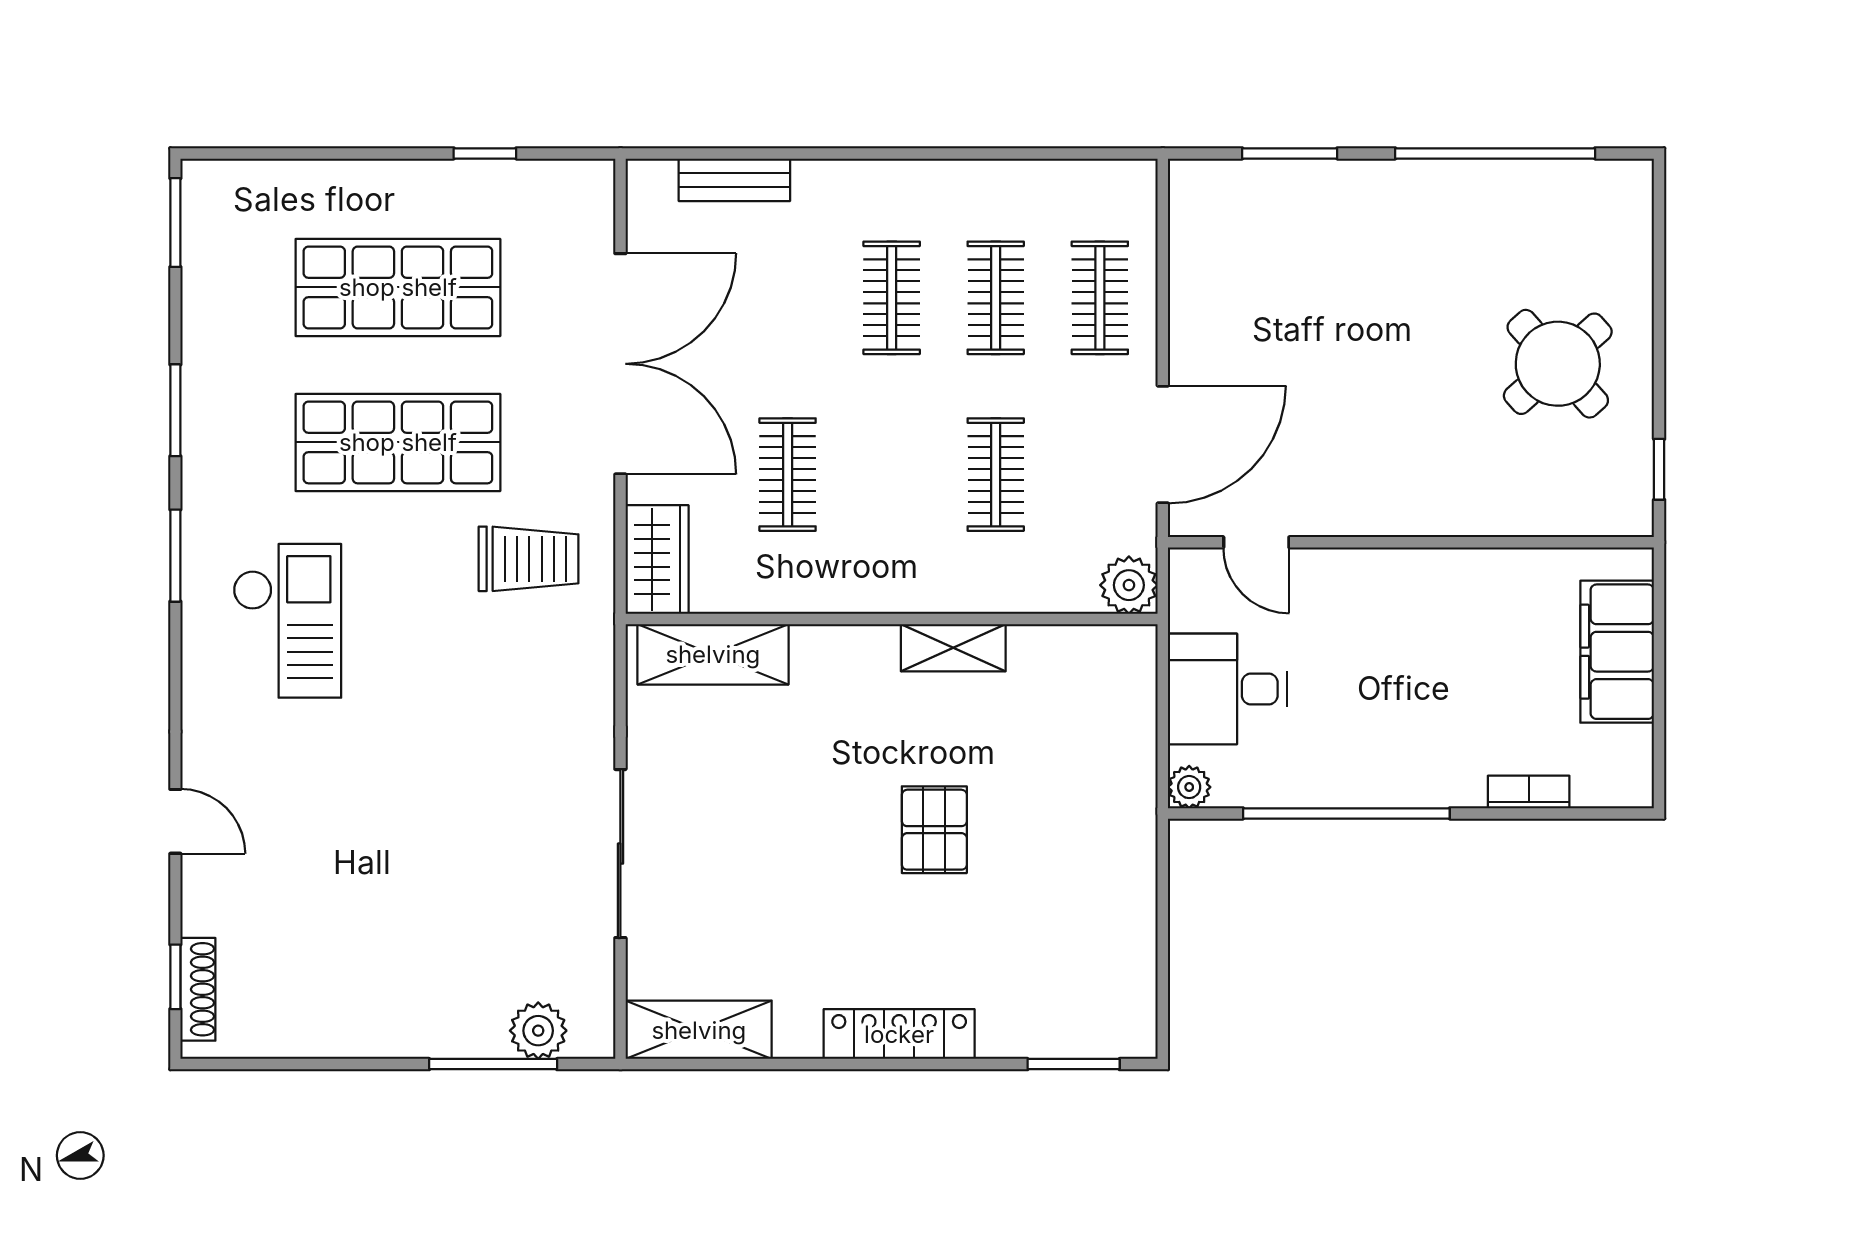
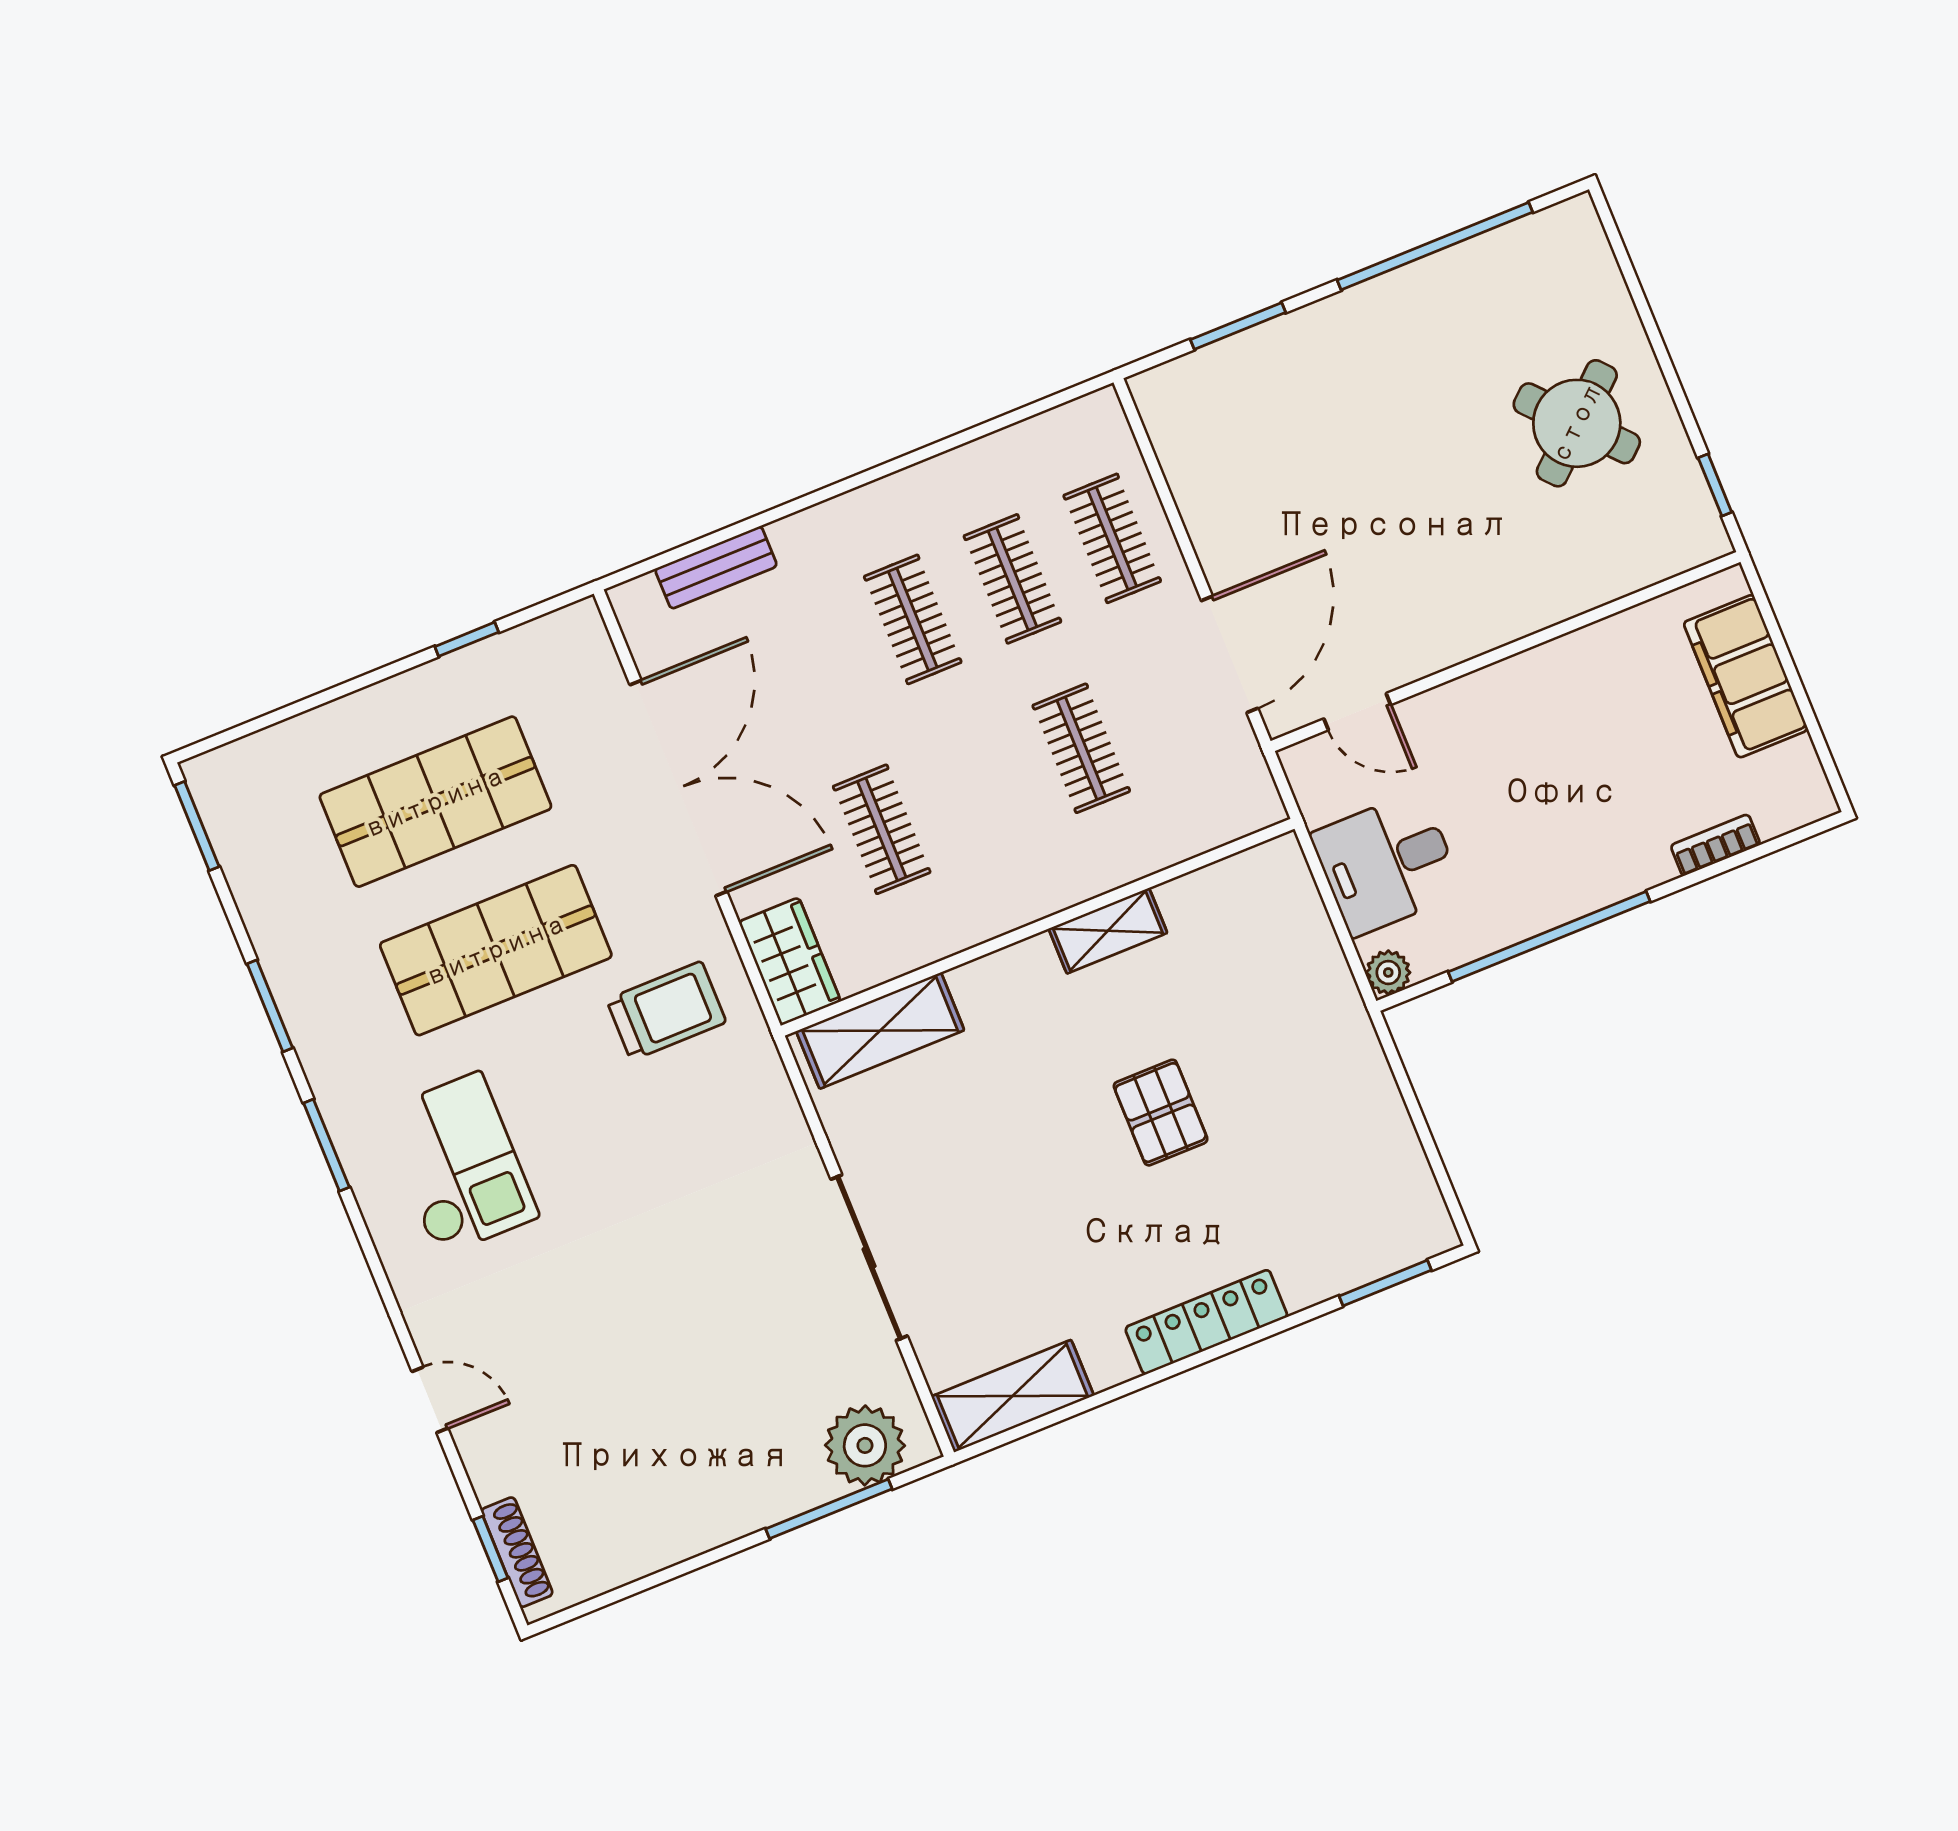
plant: (1129, 585) -> (1252, 802), removed
plant: (538, 1031) -> (865, 1445), width x1.36, depth x1.36

